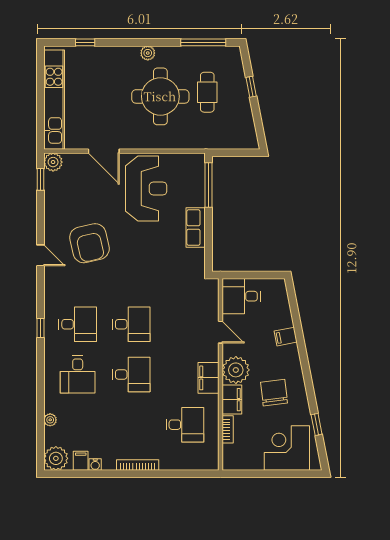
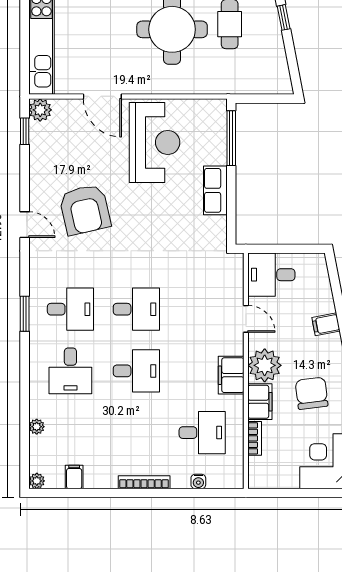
window: (40, 328) -> (25, 314), width x1.50
plant: (56, 458) -> (37, 481), width x0.53, depth x0.53
water cooler: (95, 464) -> (198, 481), moved

